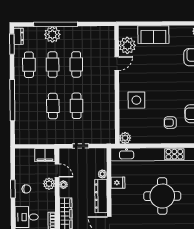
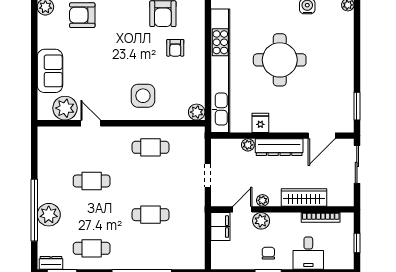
cafe table: (53, 65) -> (92, 215), removed
cafe table: (77, 106) -> (151, 147), moved

